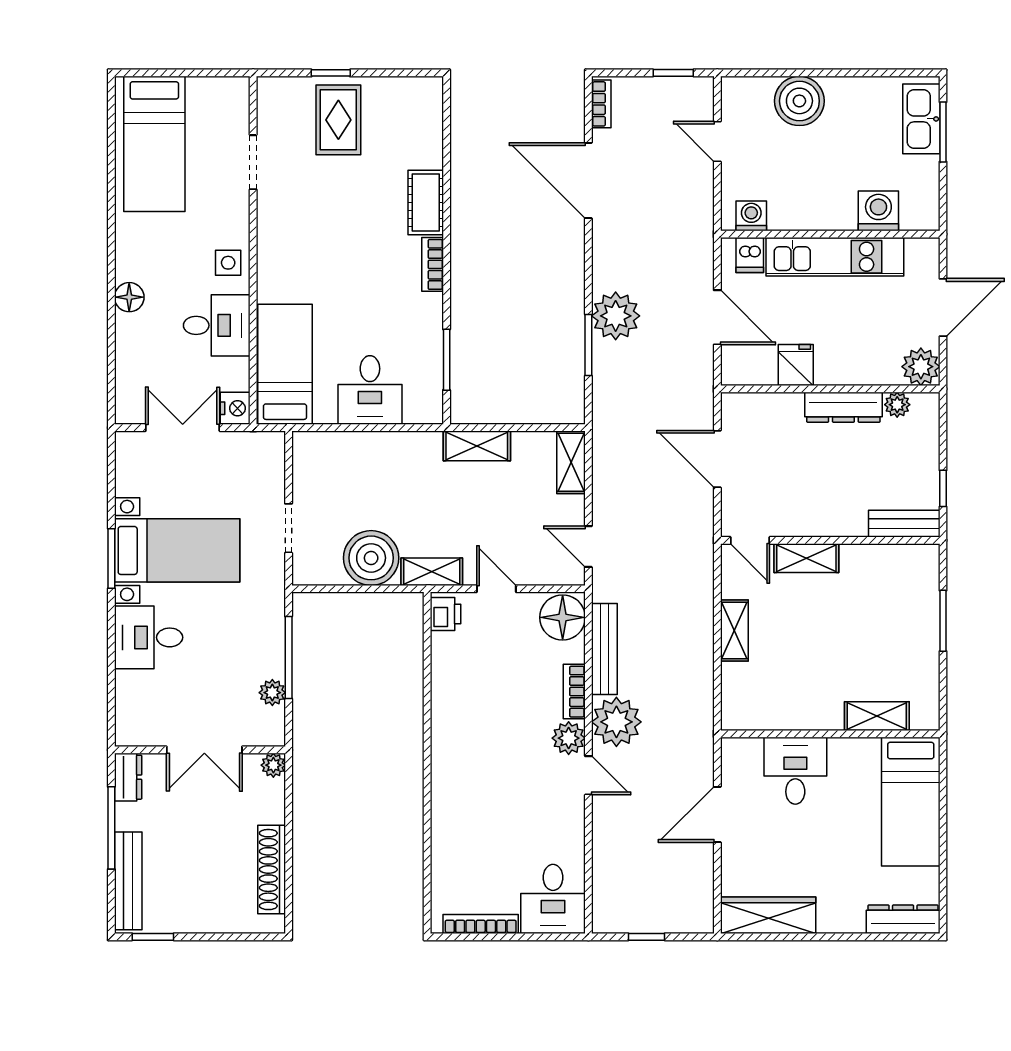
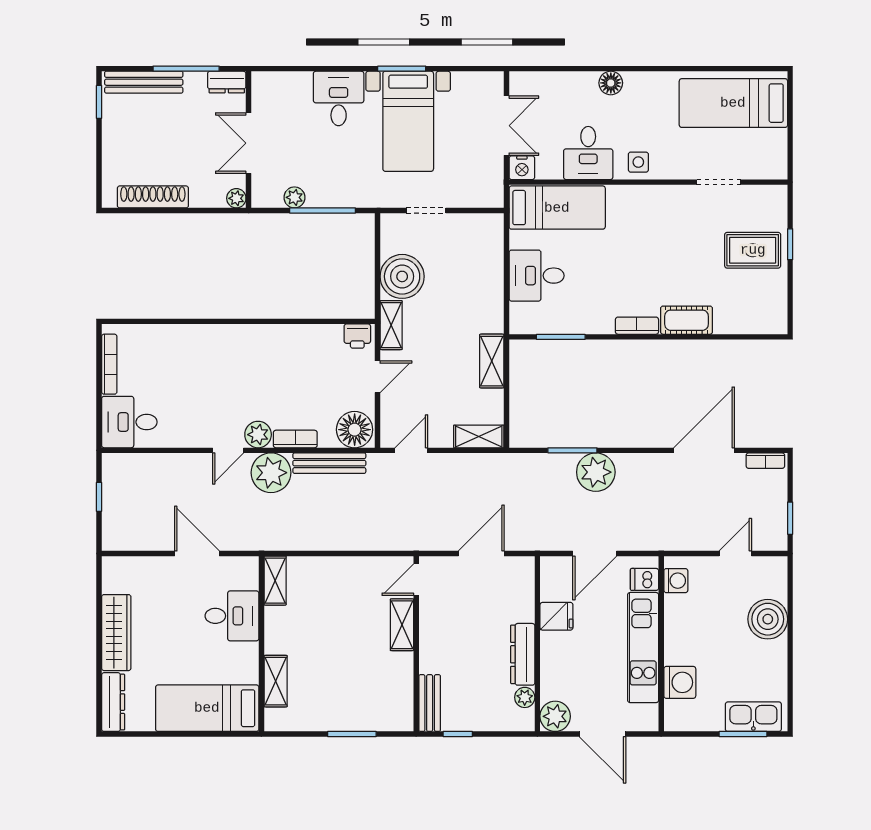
shelving: (734, 631) -> (275, 581), moved, turned 90
wardrobe: (768, 915) -> (116, 633), moved

